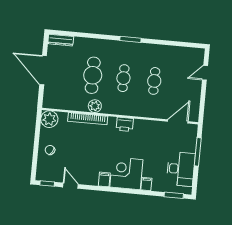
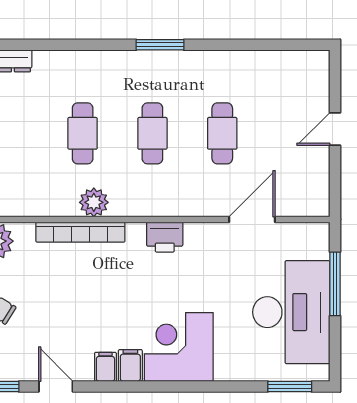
door: (205, 73) -> (335, 129), moved
cafe table: (93, 75) -> (83, 133), width x0.73, depth x0.74
door: (178, 121) -> (252, 219), moved
desk: (181, 169) -> (291, 312), width x1.36, depth x1.30
filing cabinet: (146, 184) -> (105, 367), moved

